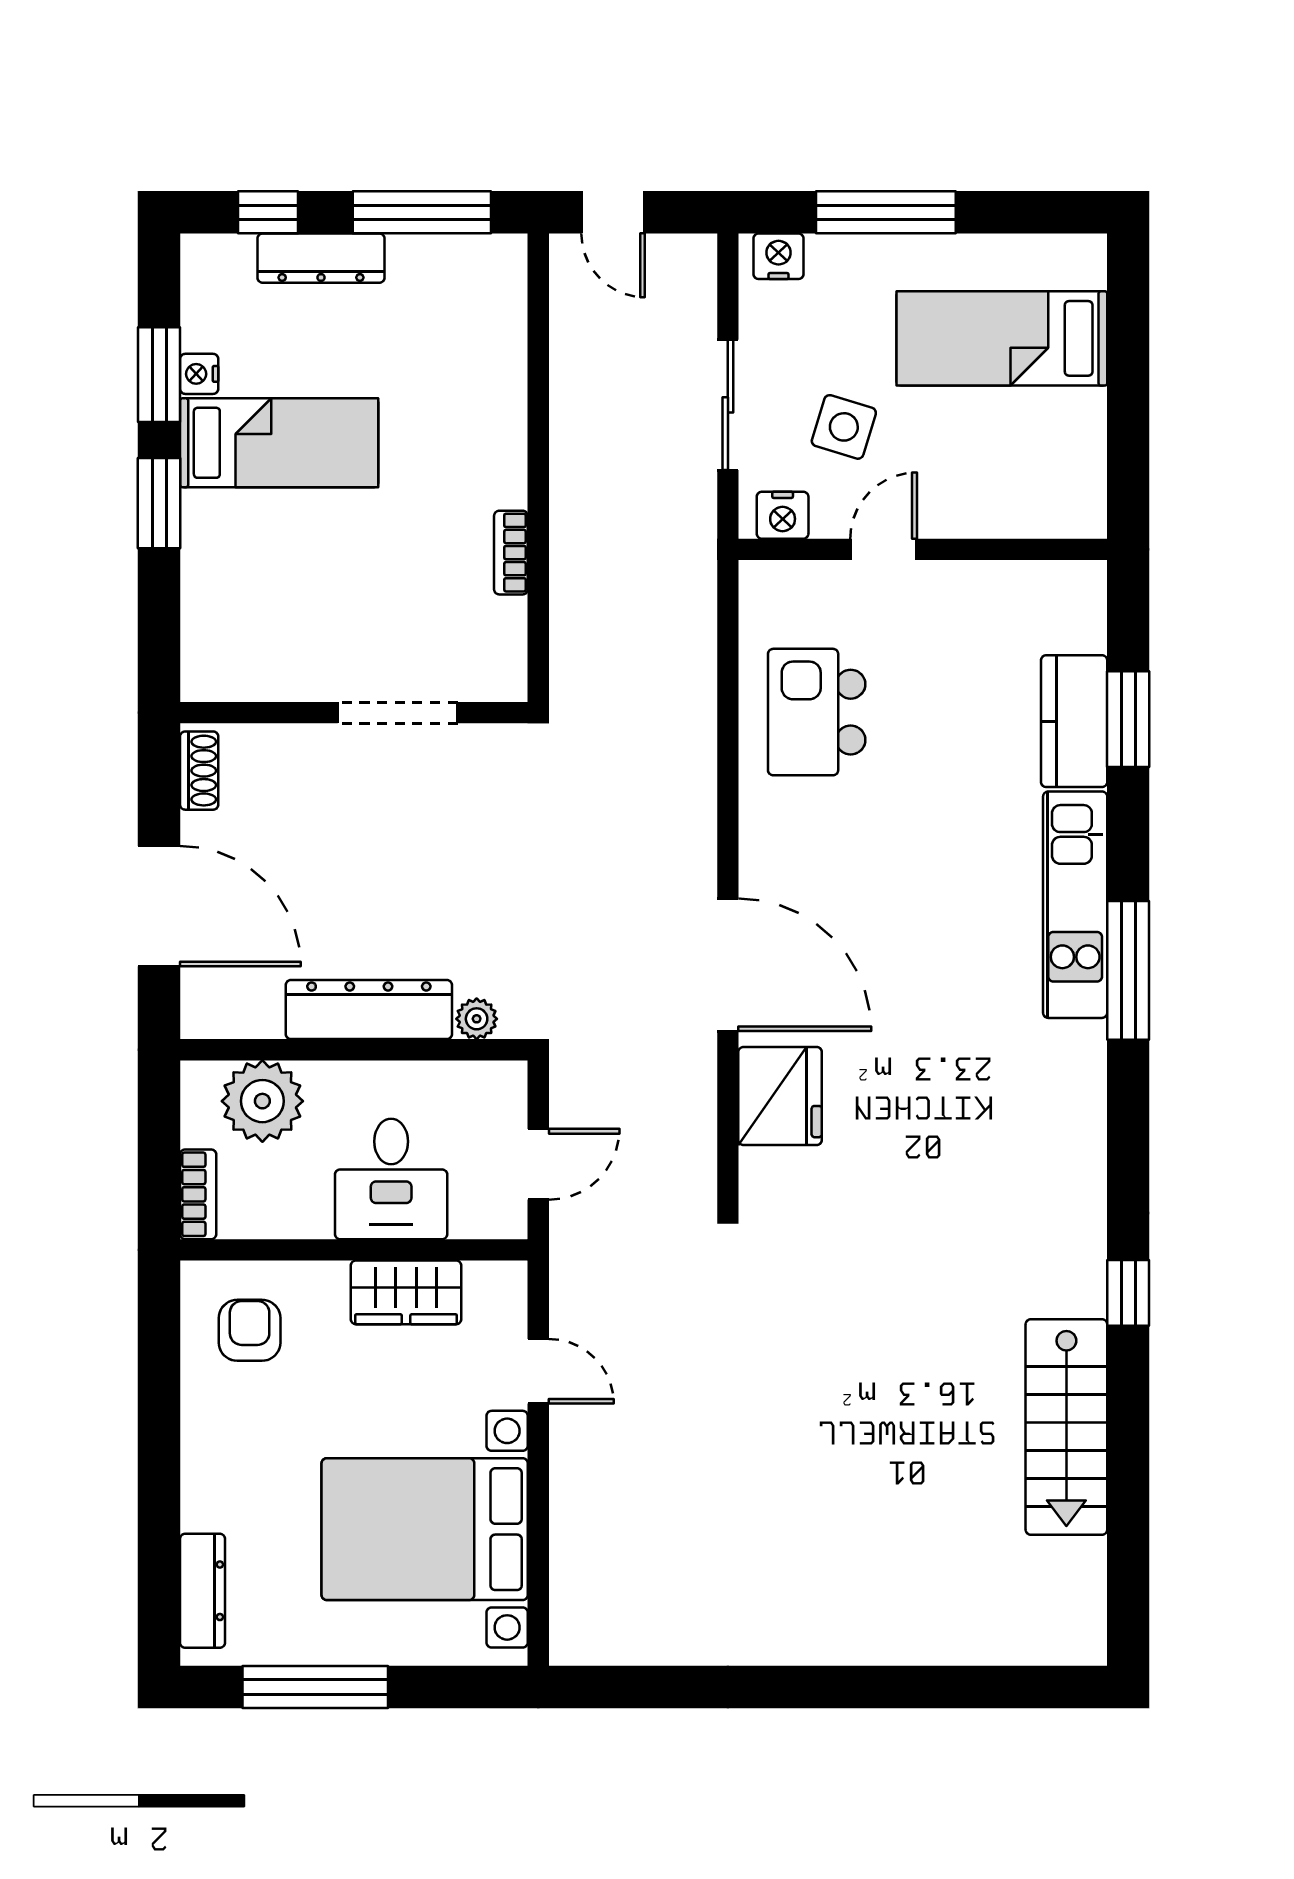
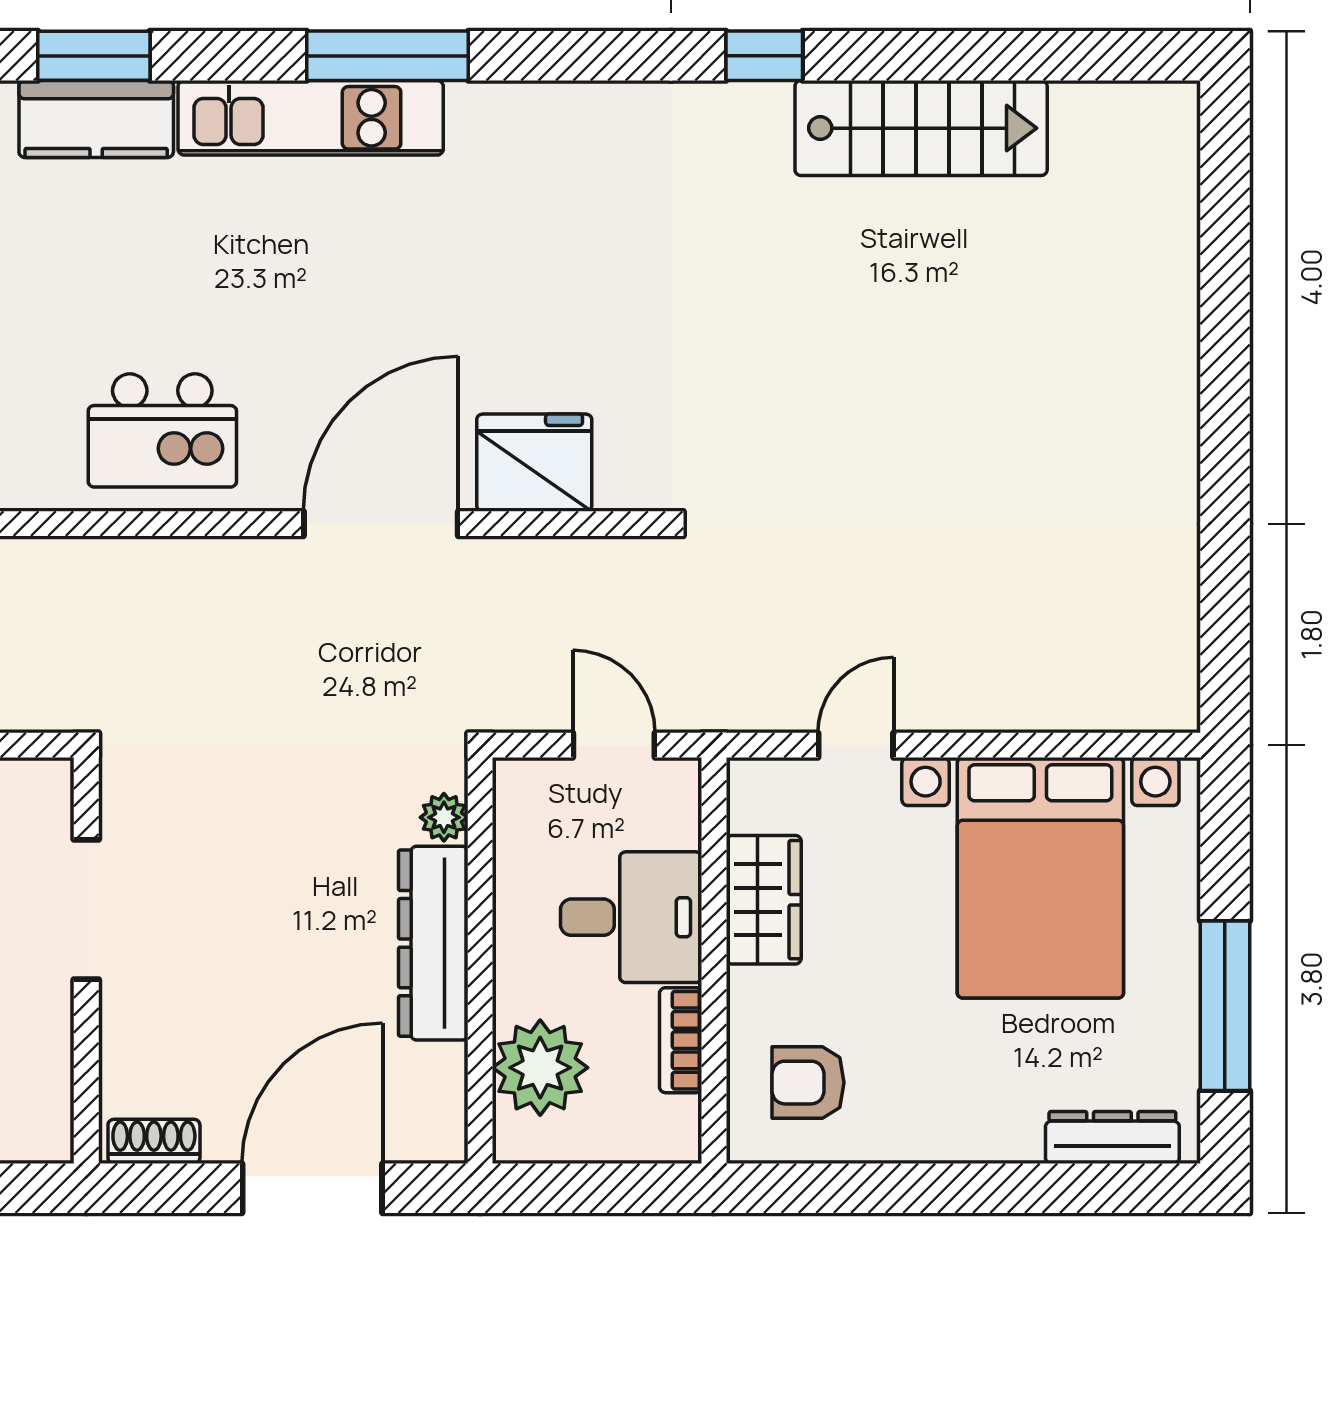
kitchen island: (817, 712) -> (162, 430), moved
bookcase: (198, 1194) -> (681, 1040), moved, turned -90

